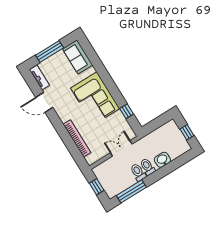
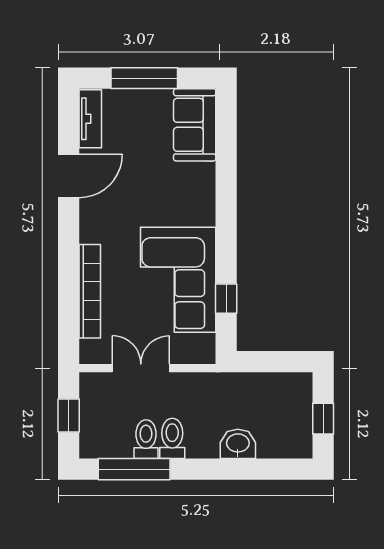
corner sofa: (95, 98) -> (178, 280), moved
door: (44, 102) -> (69, 176), swing flipped
double door: (121, 148) -> (141, 368), moved
toilet: (148, 167) -> (146, 439), moved

